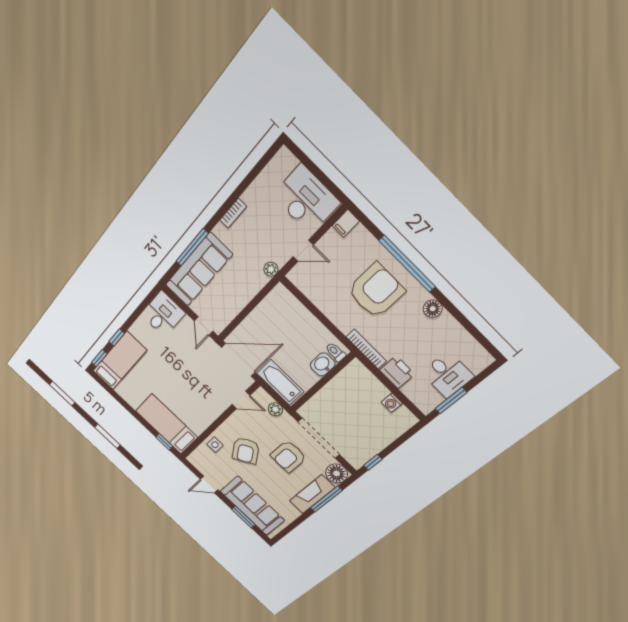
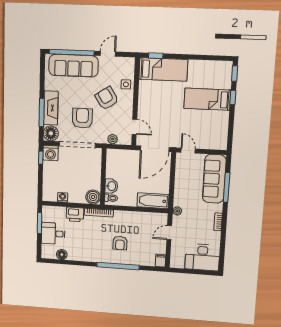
desk: (306, 199) -> (202, 257), moved
armchair: (376, 291) -> (120, 243), width x0.53, depth x0.53
floor lamp: (433, 309) -> (62, 255), moved
desk: (163, 314) -> (216, 137), removed
bed: (120, 361) -> (207, 99), moved, turned 90
boiler: (356, 372) -> (93, 197), added
bathtub: (280, 382) -> (153, 201), moved, turned 180
door: (241, 400) -> (134, 127), swing flipped
washing machine: (357, 457) -> (51, 153), added
window: (243, 517) -> (72, 52), width x2.11

